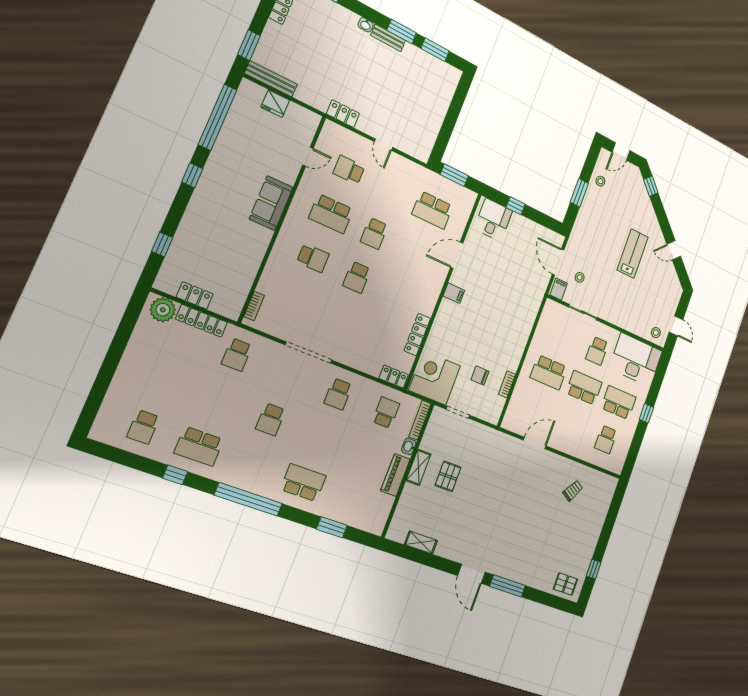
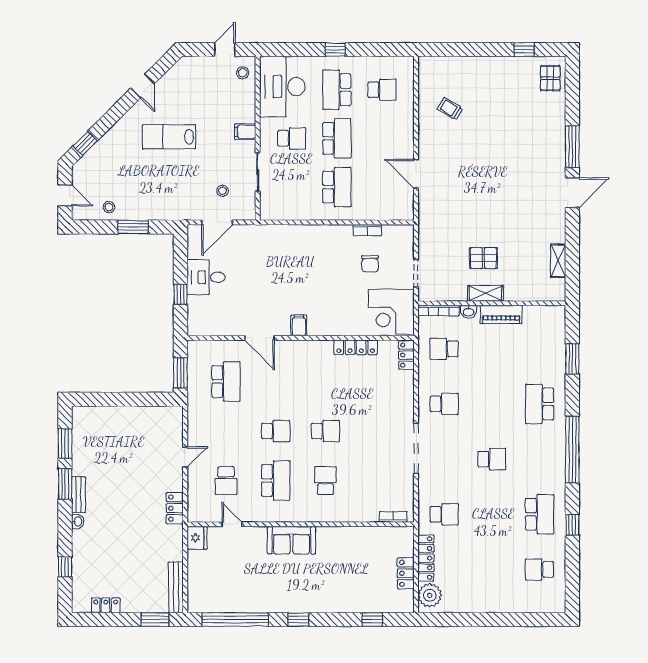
fridge: (275, 104) -> (197, 538), moved
desk: (493, 220) -> (206, 277), moved
filing cabinet: (559, 289) -> (245, 132), moved
school desk: (584, 388) -> (337, 138), turned 180
school desk: (143, 427) -> (540, 569), turned 180

